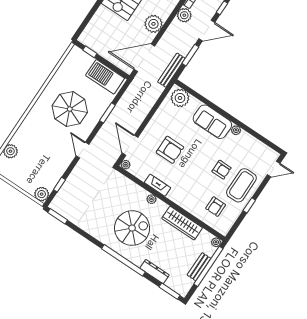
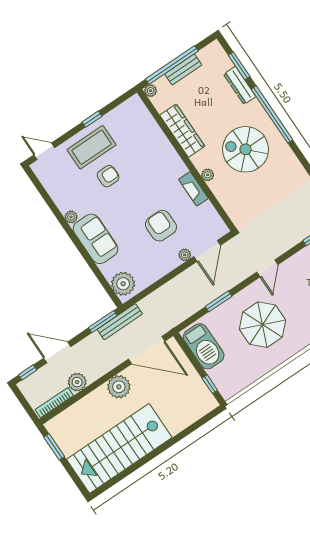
window: (190, 55) -> (103, 322), moved
plant: (126, 165) -> (185, 255), moved
armchair: (222, 170) -> (108, 176), turned 90
armchair: (216, 207) -> (133, 134), removed
window: (170, 291) -> (239, 66), moved

